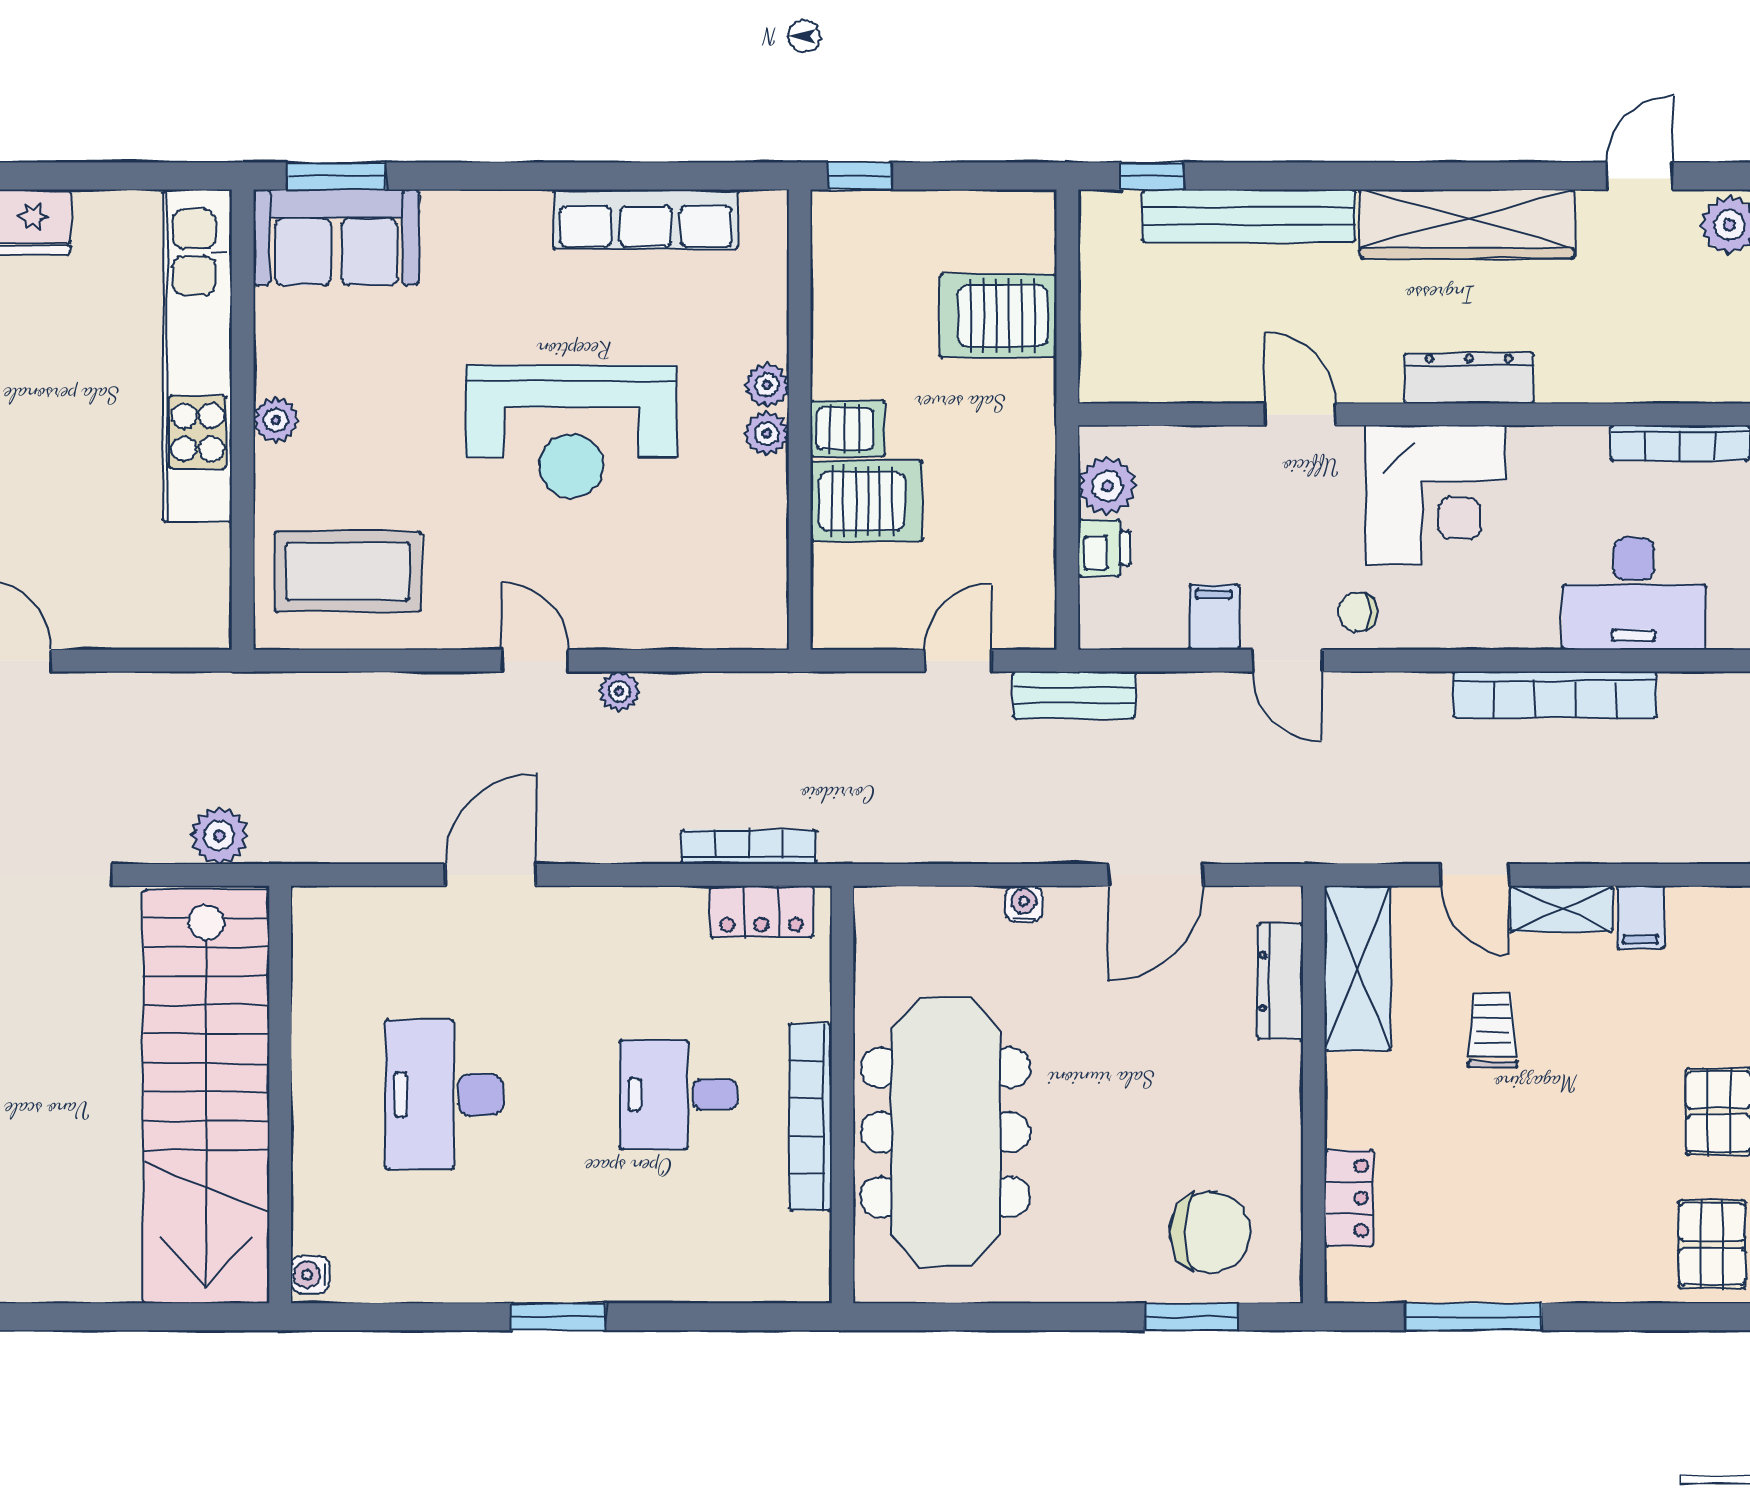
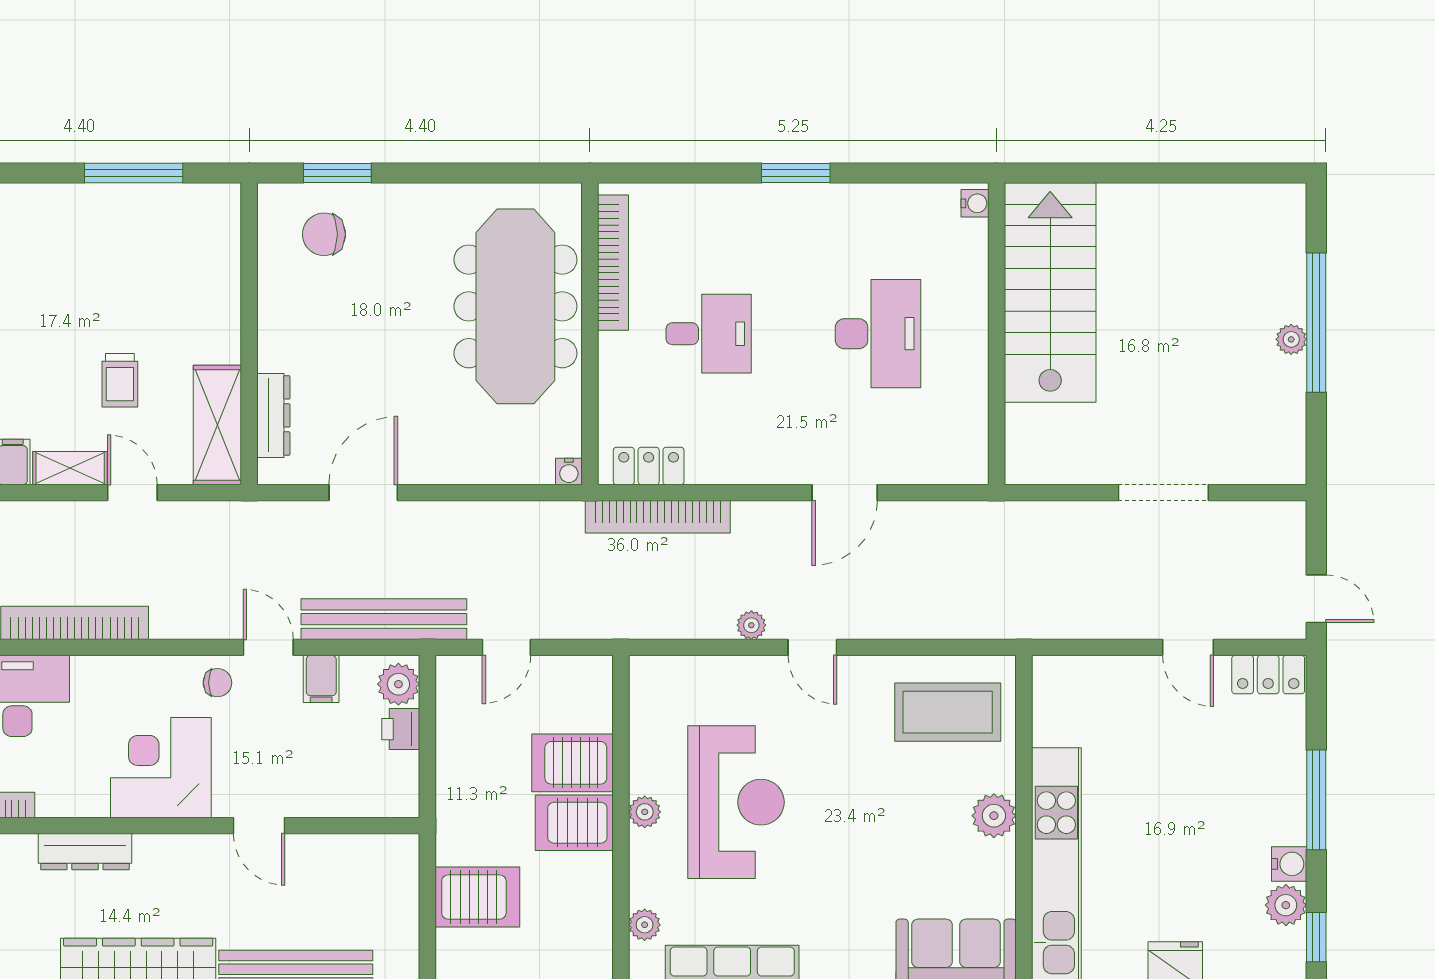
dresser: (1469, 378) -> (85, 852), moved
plant: (767, 385) -> (645, 925), moved
plant: (276, 420) -> (994, 816), width x1.38, depth x1.38
server rack: (848, 429) -> (574, 823), width x1.36, depth x1.44
reception desk: (571, 431) -> (736, 802), moved, turned 90
plant: (1107, 486) -> (398, 684), moved
bench: (1074, 695) -> (384, 619), width x1.86, depth x1.21
plant: (219, 836) -> (1041, 521), removed
bookcase: (749, 847) -> (658, 517), width x1.48, depth x1.31
water cooler: (1024, 904) -> (569, 471), moved
stairs: (206, 1096) -> (1050, 293), width x0.73
bookcase: (811, 1117) -> (613, 263), moved
locker: (1349, 1198) -> (224, 259), removed
chair: (1210, 1232) -> (324, 234), width x0.73, depth x0.73

